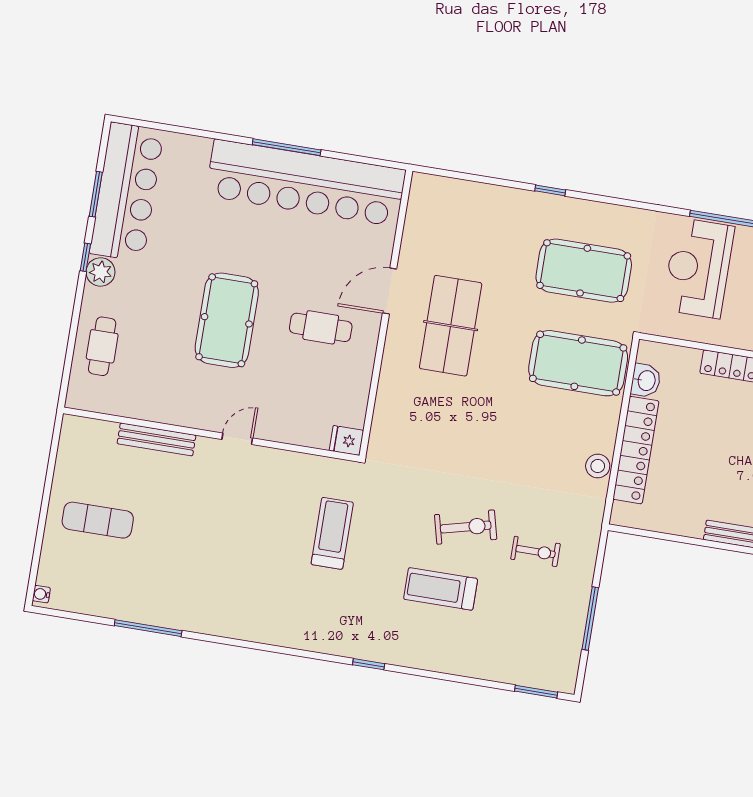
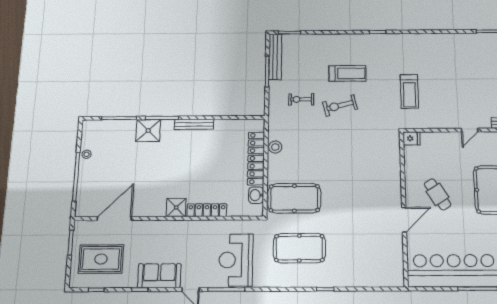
reception desk: (698, 268) -> (236, 260), turned 180
table tennis table: (451, 326) -> (367, 207), removed
cafe table: (321, 327) -> (438, 194), turned 58
bench: (571, 646) -> (275, 57), added

